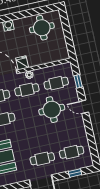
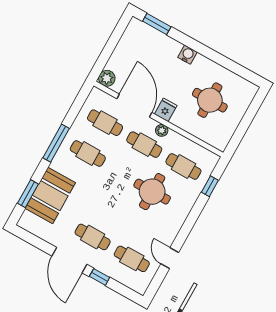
round table: (42, 28) -> (210, 100), moved
door: (84, 107) -> (170, 258), moved
window: (75, 173) -> (100, 277), moved

